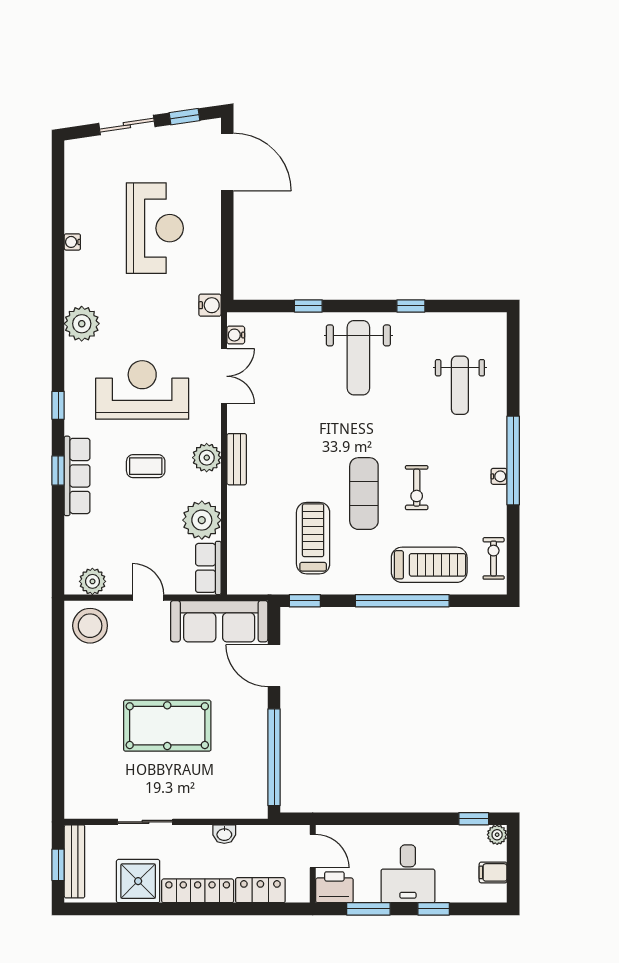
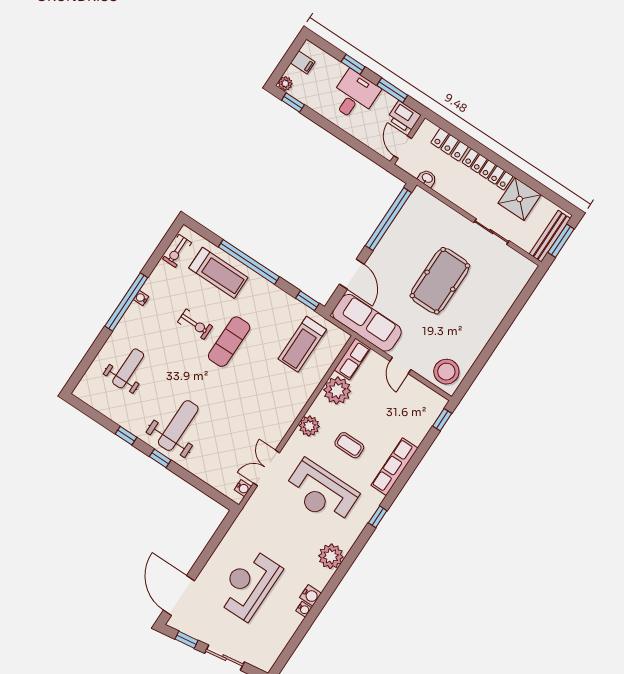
water cooler: (210, 305) -> (311, 595), moved, turned 180
window: (308, 306) -> (160, 458), moved
bench: (237, 459) -> (292, 413), removed
window: (58, 470) -> (442, 420), moved
exercise bike: (417, 488) -> (195, 324), turned 90
treadmill: (313, 538) -> (302, 344), moved
treadmill: (429, 565) -> (218, 273), turned 180
plant: (92, 581) -> (427, 397), removed
pool table: (167, 726) -> (440, 281), turned 90
washbasin: (224, 834) -> (427, 178), moved
window: (58, 865) -> (561, 241), width x1.50

